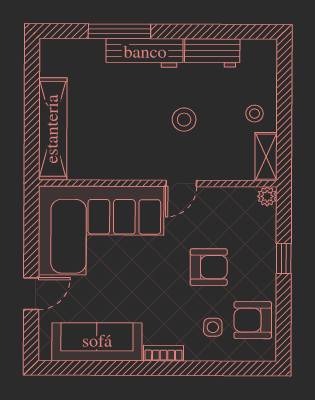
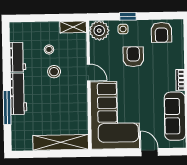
stool: (255, 114) -> (49, 49), moved
plant: (267, 196) -> (99, 31), width x1.87, depth x1.87
side table: (213, 327) -> (123, 29), moved

